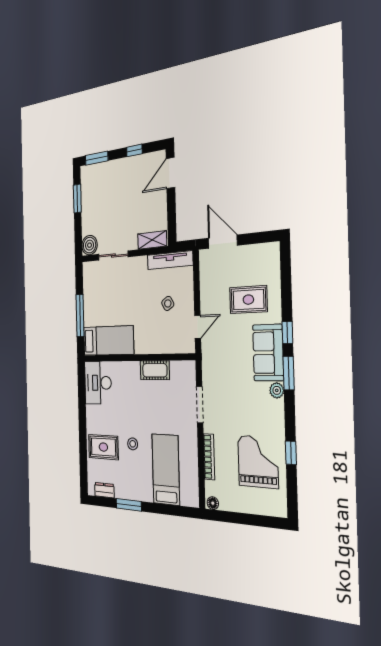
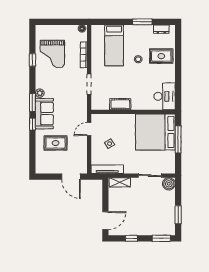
bed: (108, 341) -> (155, 132), width x2.04

